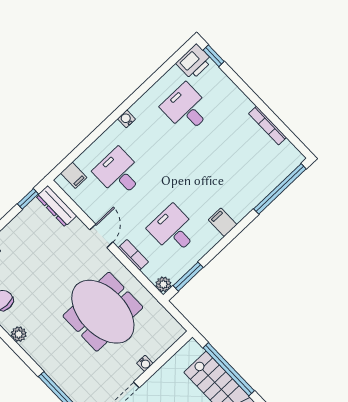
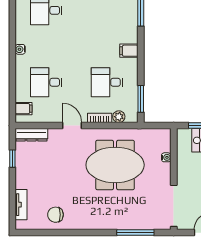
window: (28, 199) -> (12, 159), moved
plant: (163, 284) -> (119, 117), moved
plant: (19, 334) -> (83, 224), removed
water cooler: (145, 363) -> (166, 157), moved

